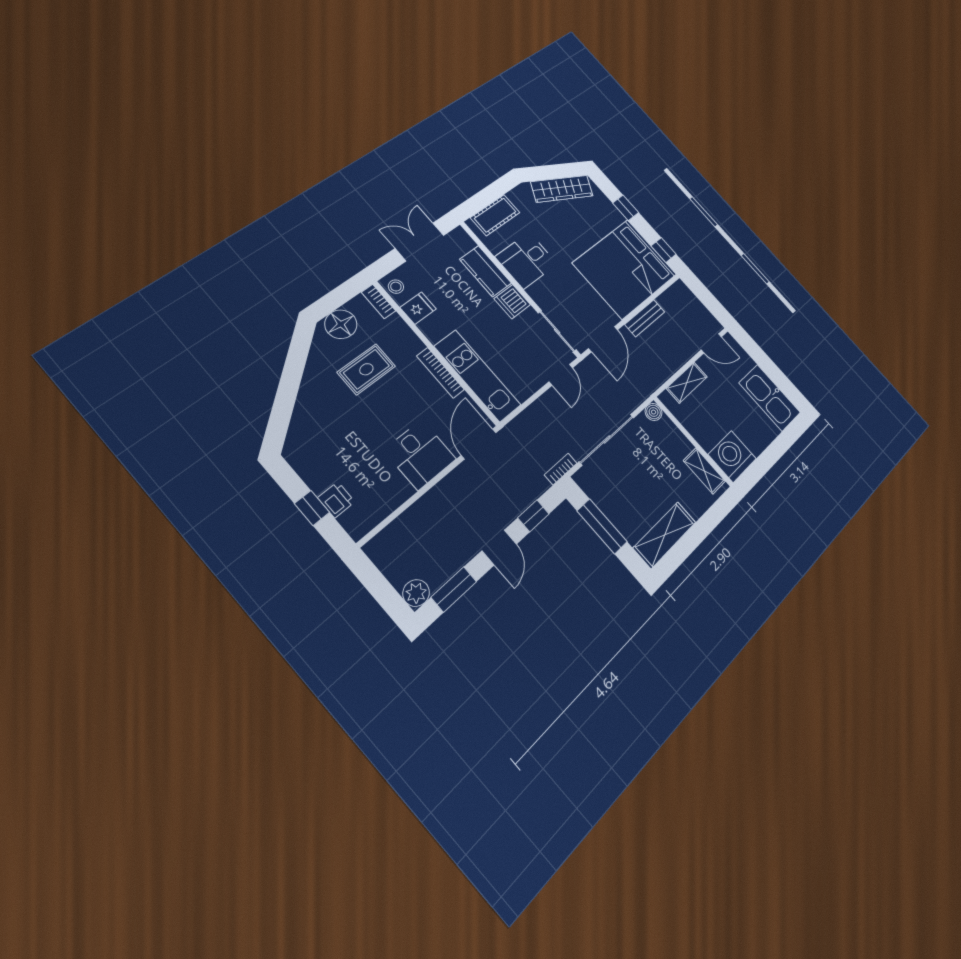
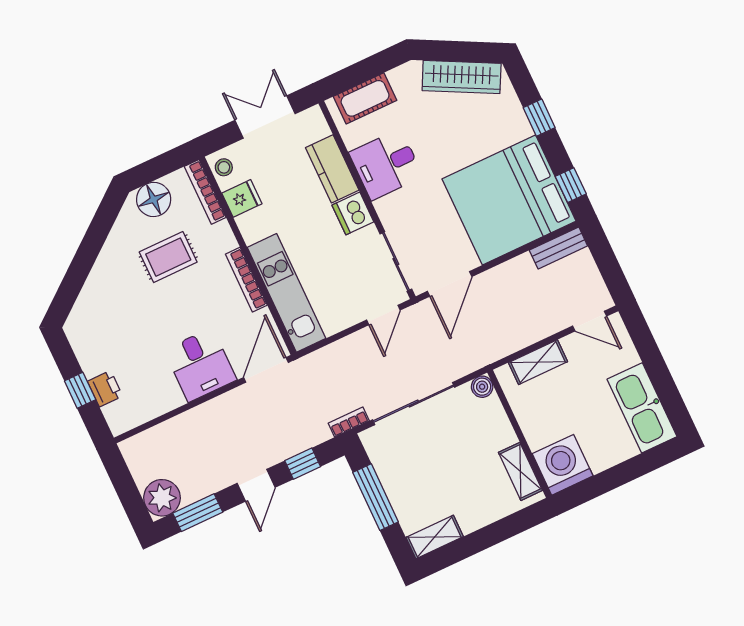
bookcase: (379, 302) -> (205, 192), width x1.56
bench: (645, 318) -> (558, 248), moved
shelving: (665, 535) -> (435, 537), width x0.67, depth x0.75
plant: (416, 593) -> (162, 498), width x1.36, depth x1.36

